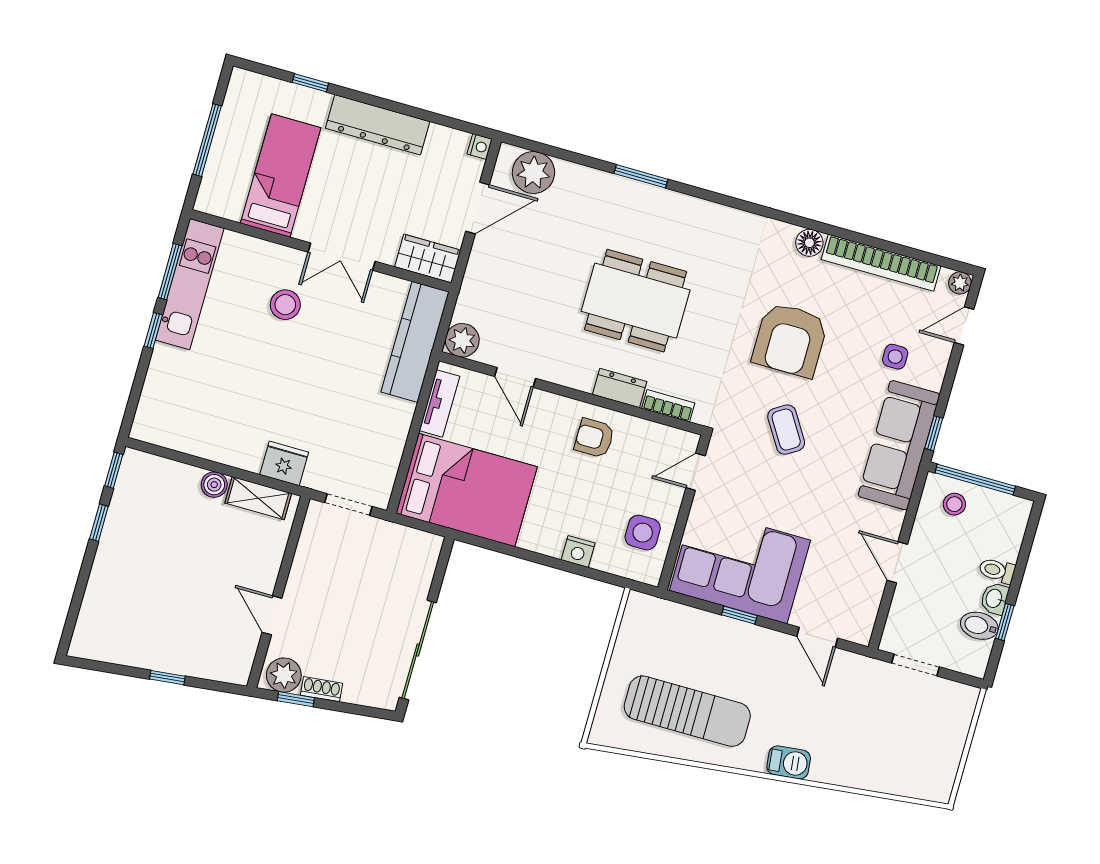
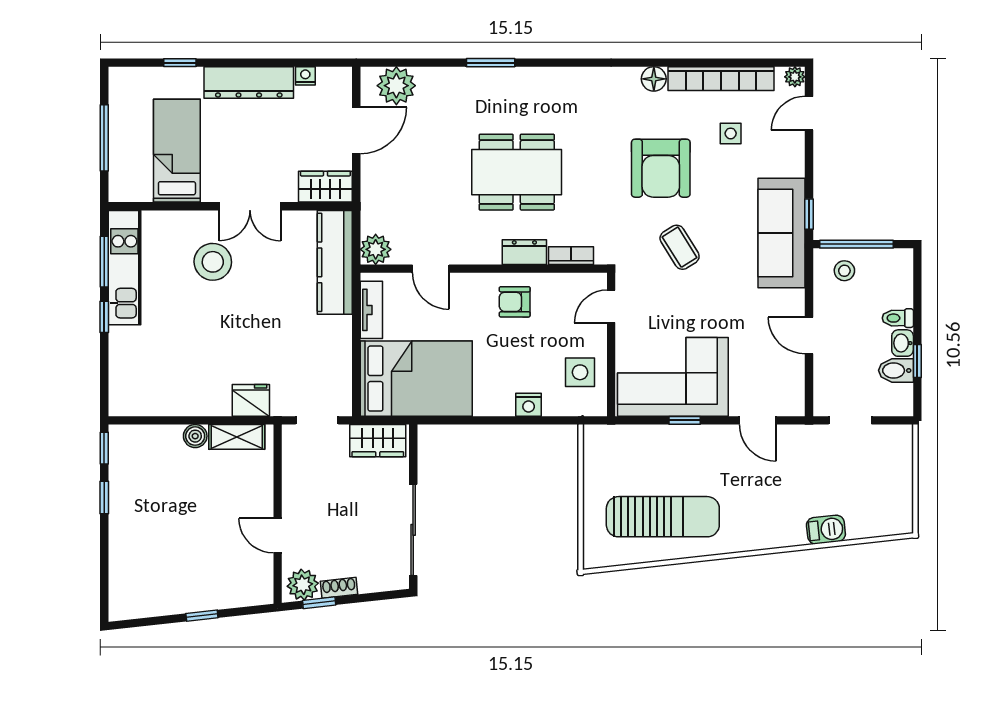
nightstand: (480, 147) -> (305, 76), moved, turned -90
stool: (285, 305) -> (213, 262), width x1.38, depth x1.38
side table: (895, 357) -> (731, 133), moved
wardrobe: (407, 544) -> (378, 441), added
barbecue: (789, 762) -> (826, 530), moved

